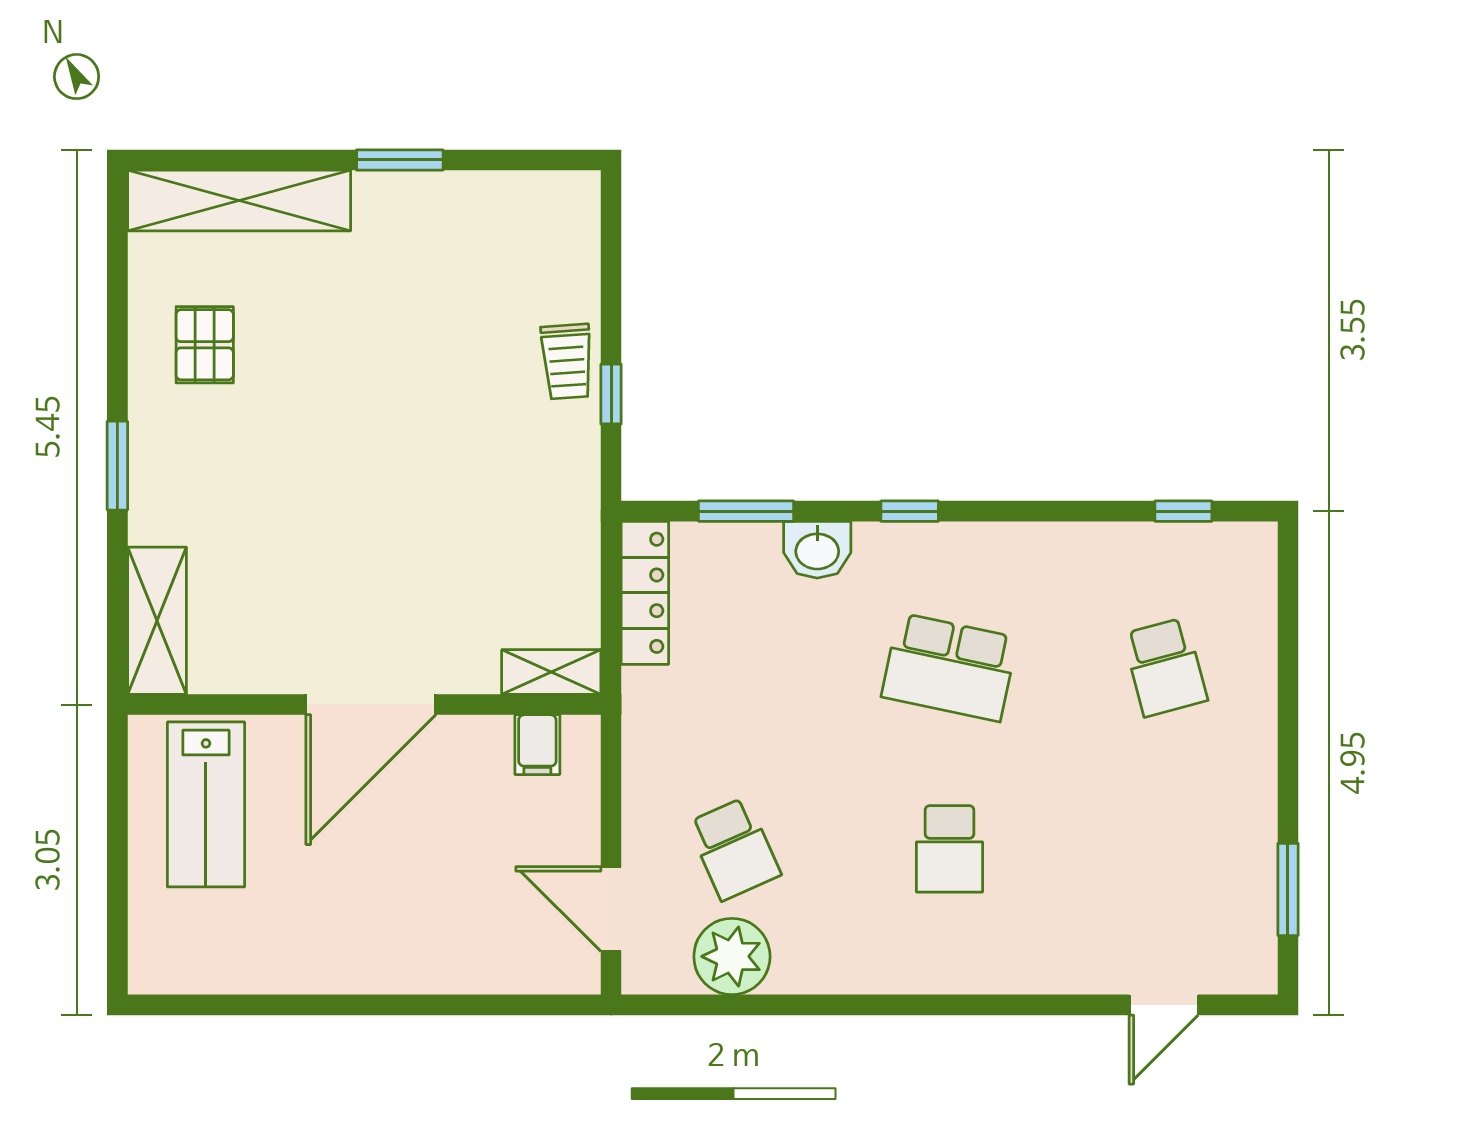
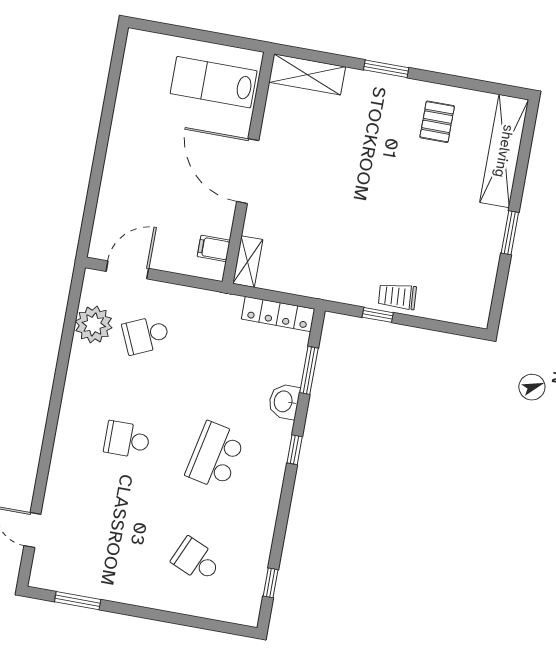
pallet: (205, 345) -> (437, 122), turned 90
school desk: (1165, 667) -> (196, 560), turned 39

